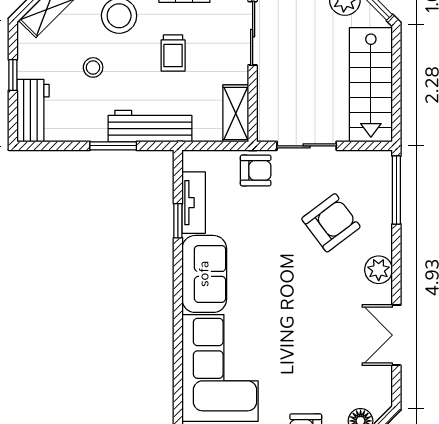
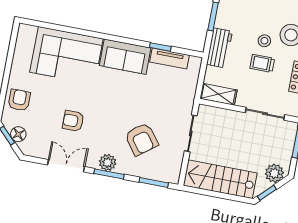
stool: (93, 67) -> (264, 41), moved
workbench: (150, 126) -> (219, 48), width x0.73
armchair: (256, 170) -> (73, 121), moved, turned 90
window: (396, 190) -> (154, 183), width x0.69
window: (396, 264) -> (109, 174), added

